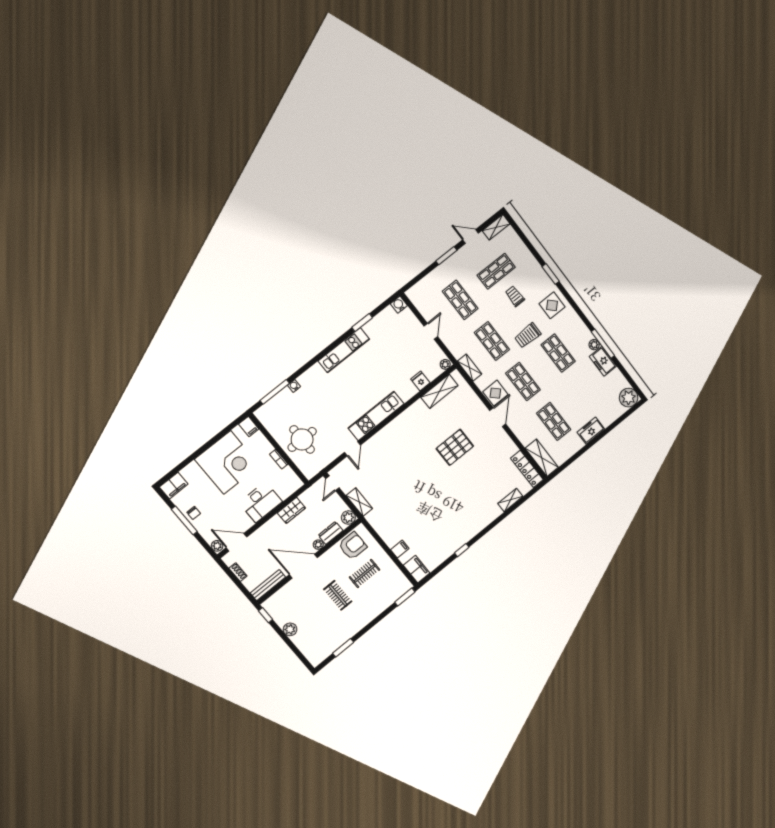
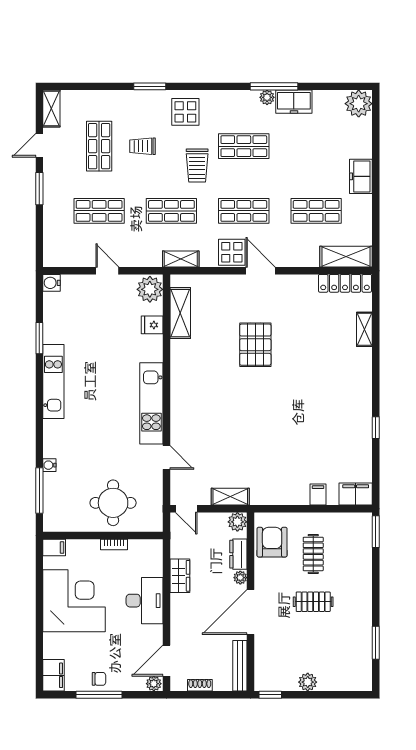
plant: (445, 364) -> (150, 289), width x1.88, depth x1.88

